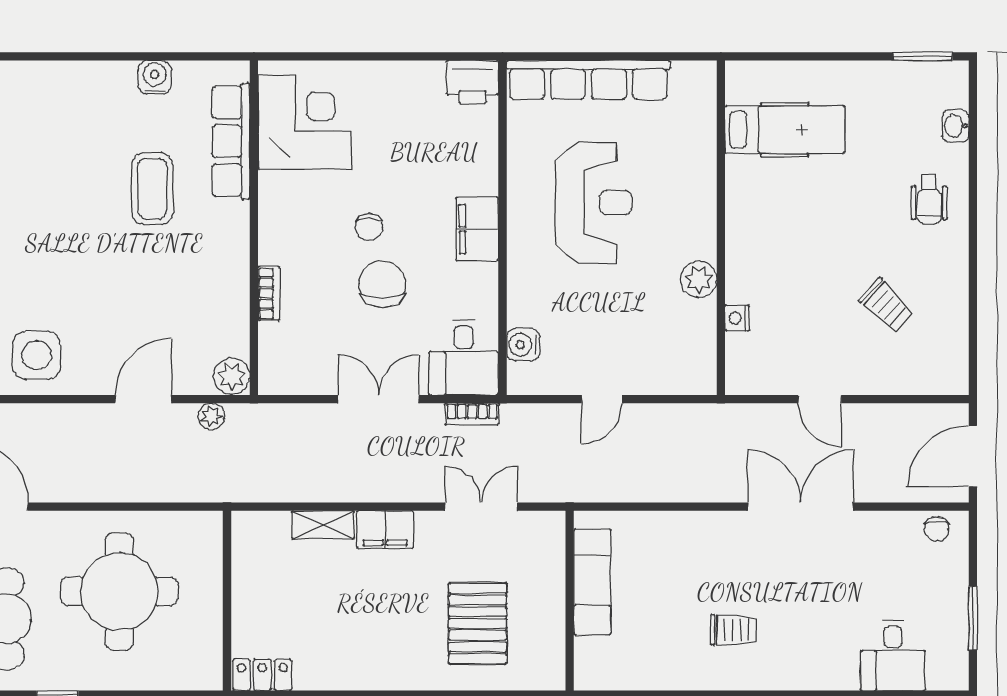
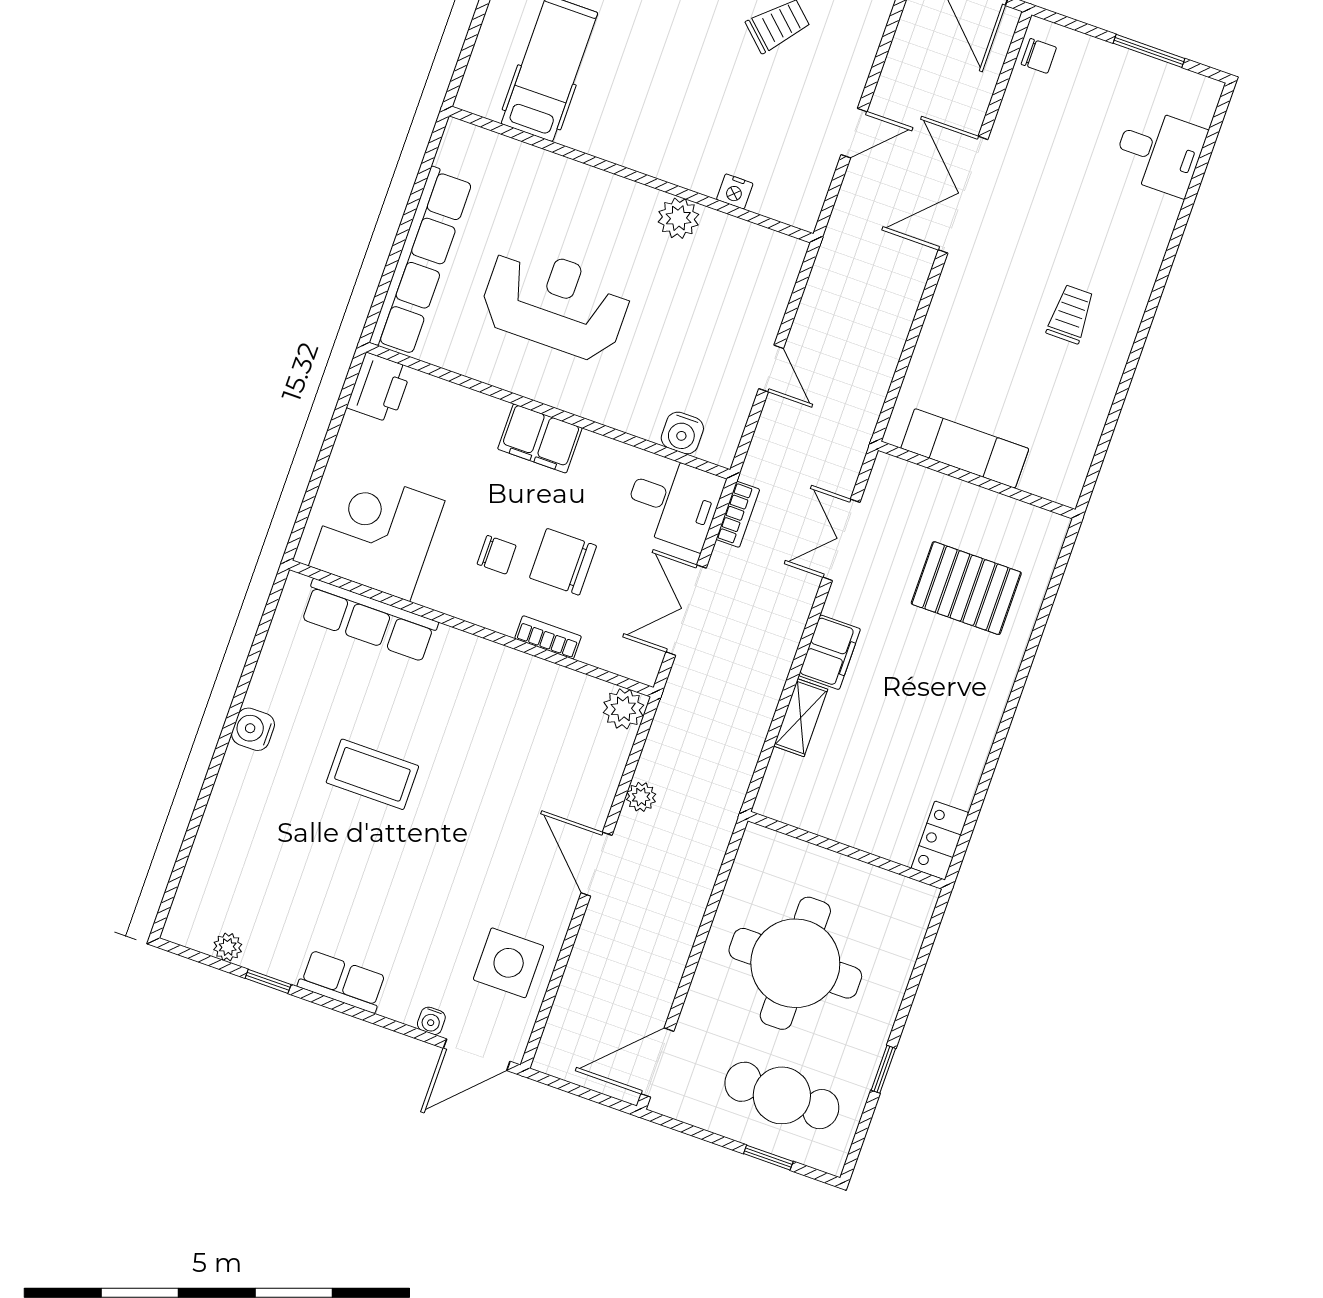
corner desk: (305, 122) -> (377, 533), moved
row of seats: (231, 141) -> (369, 620), moved
wall: (254, 228) -> (471, 629), moved
bookcase: (269, 293) -> (548, 637), moved
plant: (232, 376) -> (623, 709), moved

